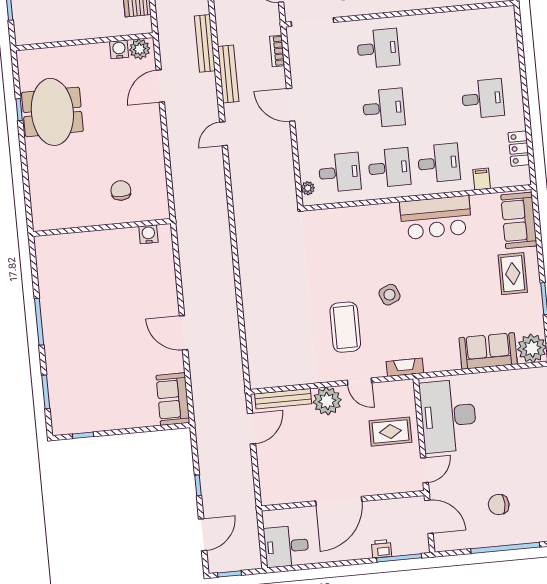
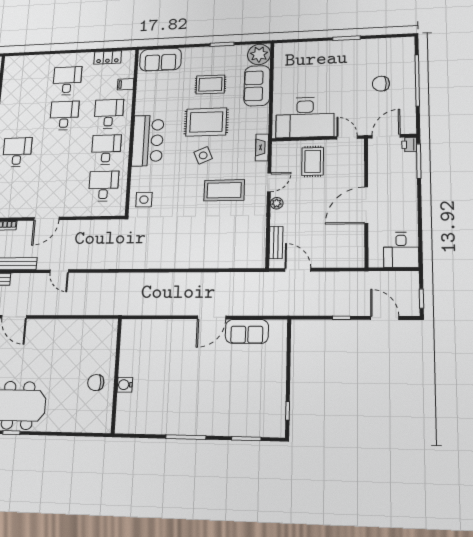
desk: (384, 108) -> (64, 115), moved
plant: (308, 188) -> (112, 211), removed
chair: (121, 190) -> (96, 383), moved
bar counter: (436, 218) -> (148, 141), moved
side table: (326, 228) -> (144, 200), added
water cooler: (148, 234) -> (125, 385), moved
rug: (513, 274) -> (210, 84), moved
rug: (435, 292) -> (206, 122), added
sofa: (173, 399) -> (247, 331), moved
bench: (283, 399) -> (276, 243), width x0.73
plant: (327, 401) -> (277, 203), width x0.53, depth x0.53
door: (339, 501) -> (366, 205), swing flipped
chair: (499, 505) -> (381, 84), turned 90
printer: (381, 549) -> (409, 145), moved

